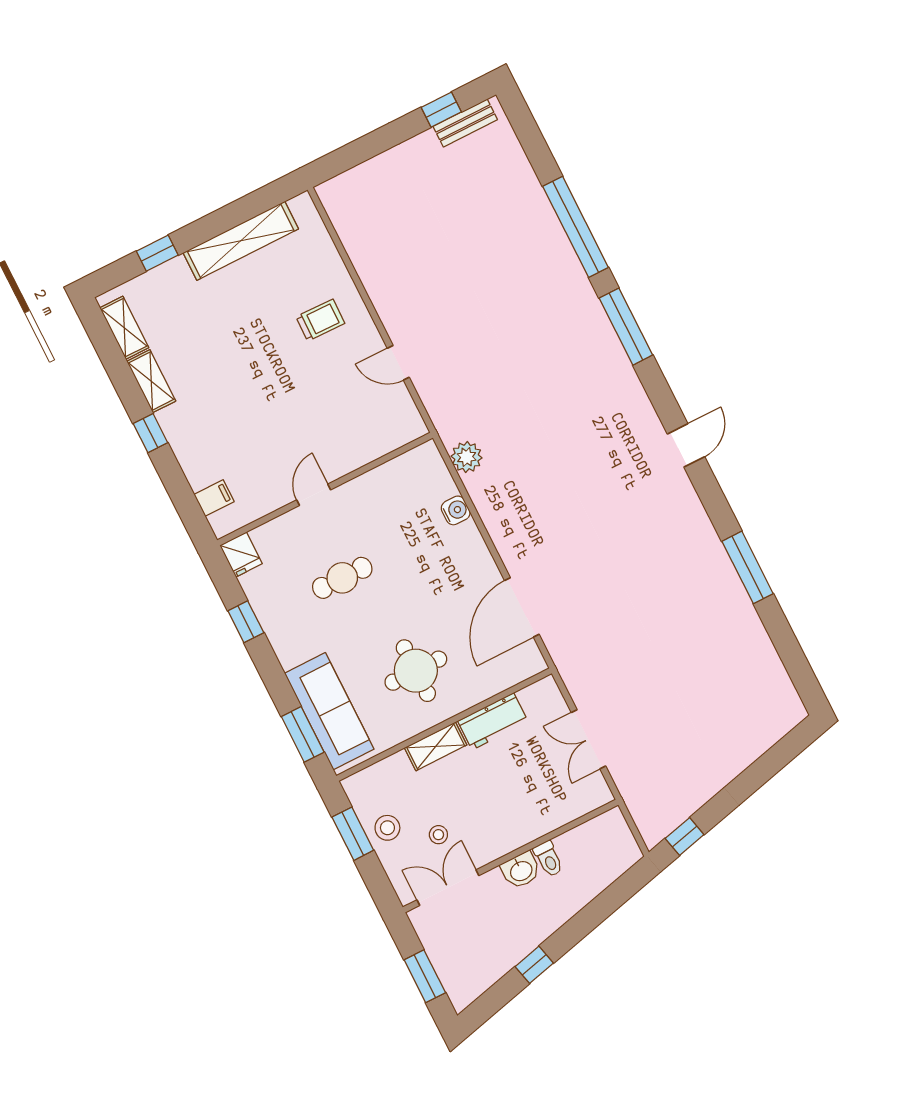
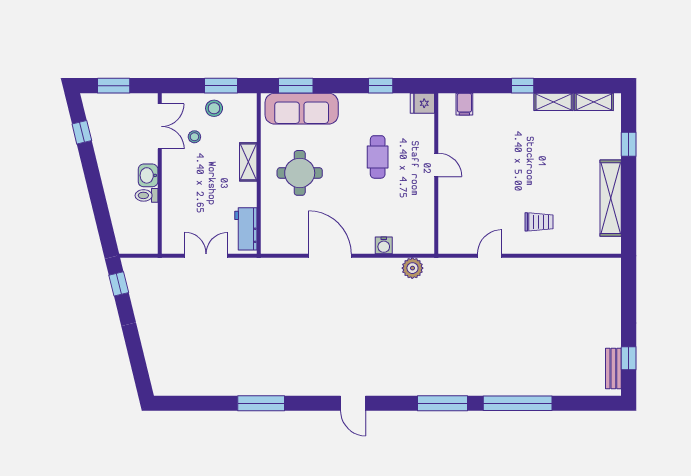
trolley: (320, 320) -> (539, 222), turned -91
door: (522, 607) -> (330, 256), moved
workbench: (493, 721) -> (246, 229), moved
window: (534, 965) -> (82, 132), moved

